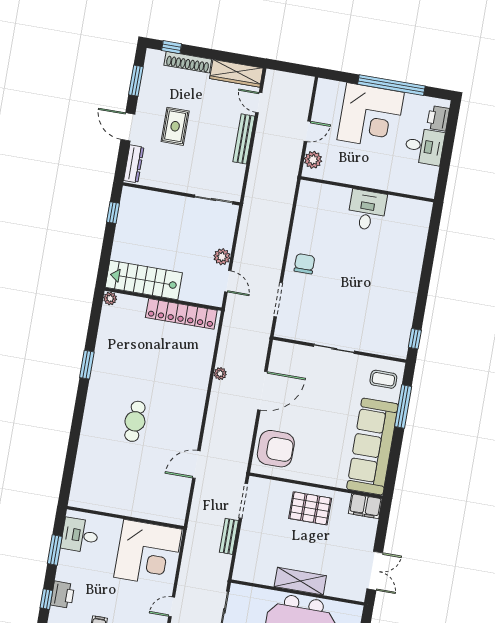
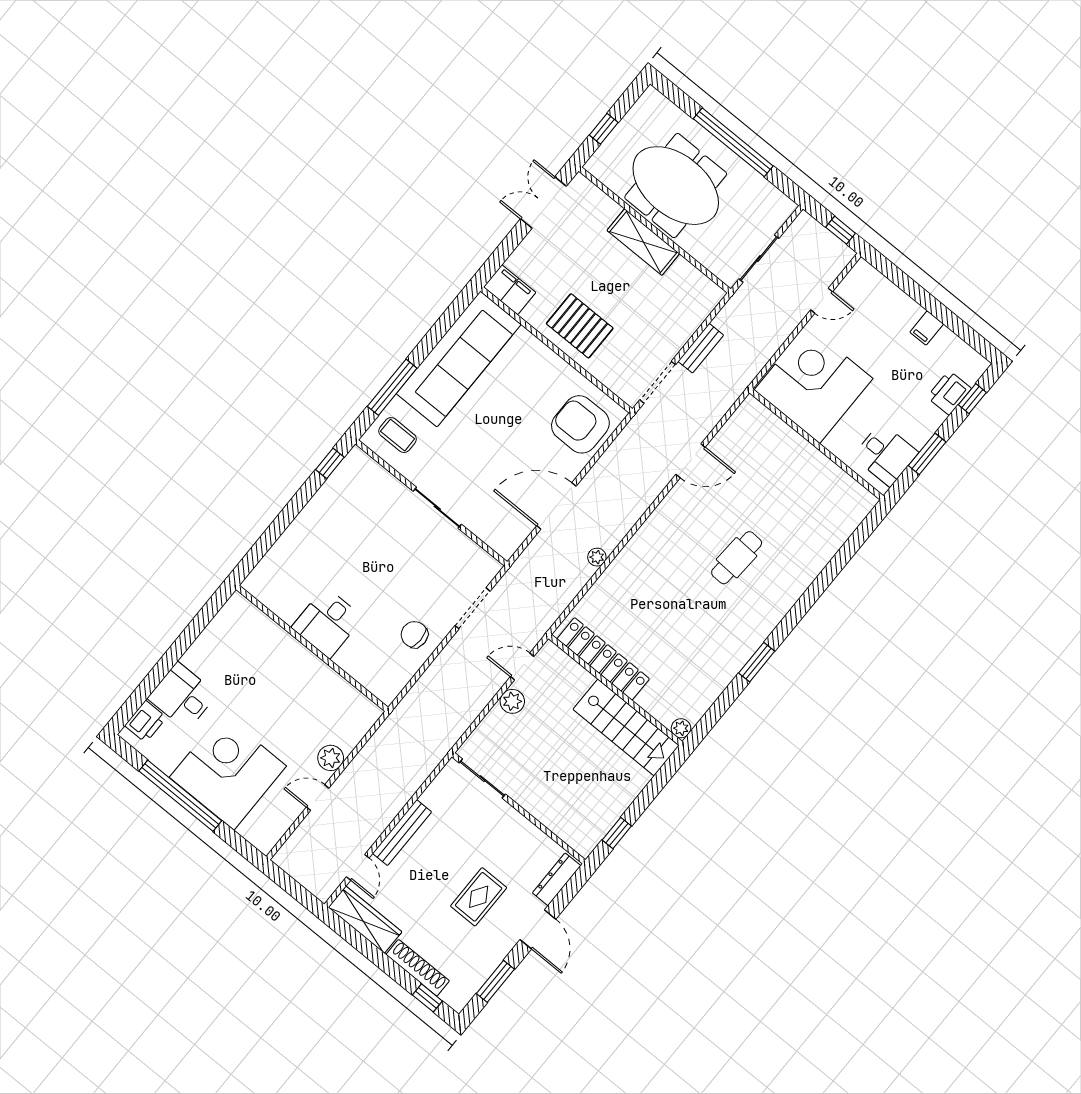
wall: (367, 189) -> (312, 648), moved
desk: (367, 210) -> (327, 623), moved
chair: (304, 264) -> (414, 635), turned 90
door: (228, 281) -> (522, 667), hinge flipped

